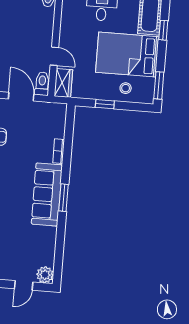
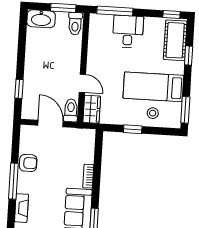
bed: (127, 54) -> (153, 87), width x0.67

